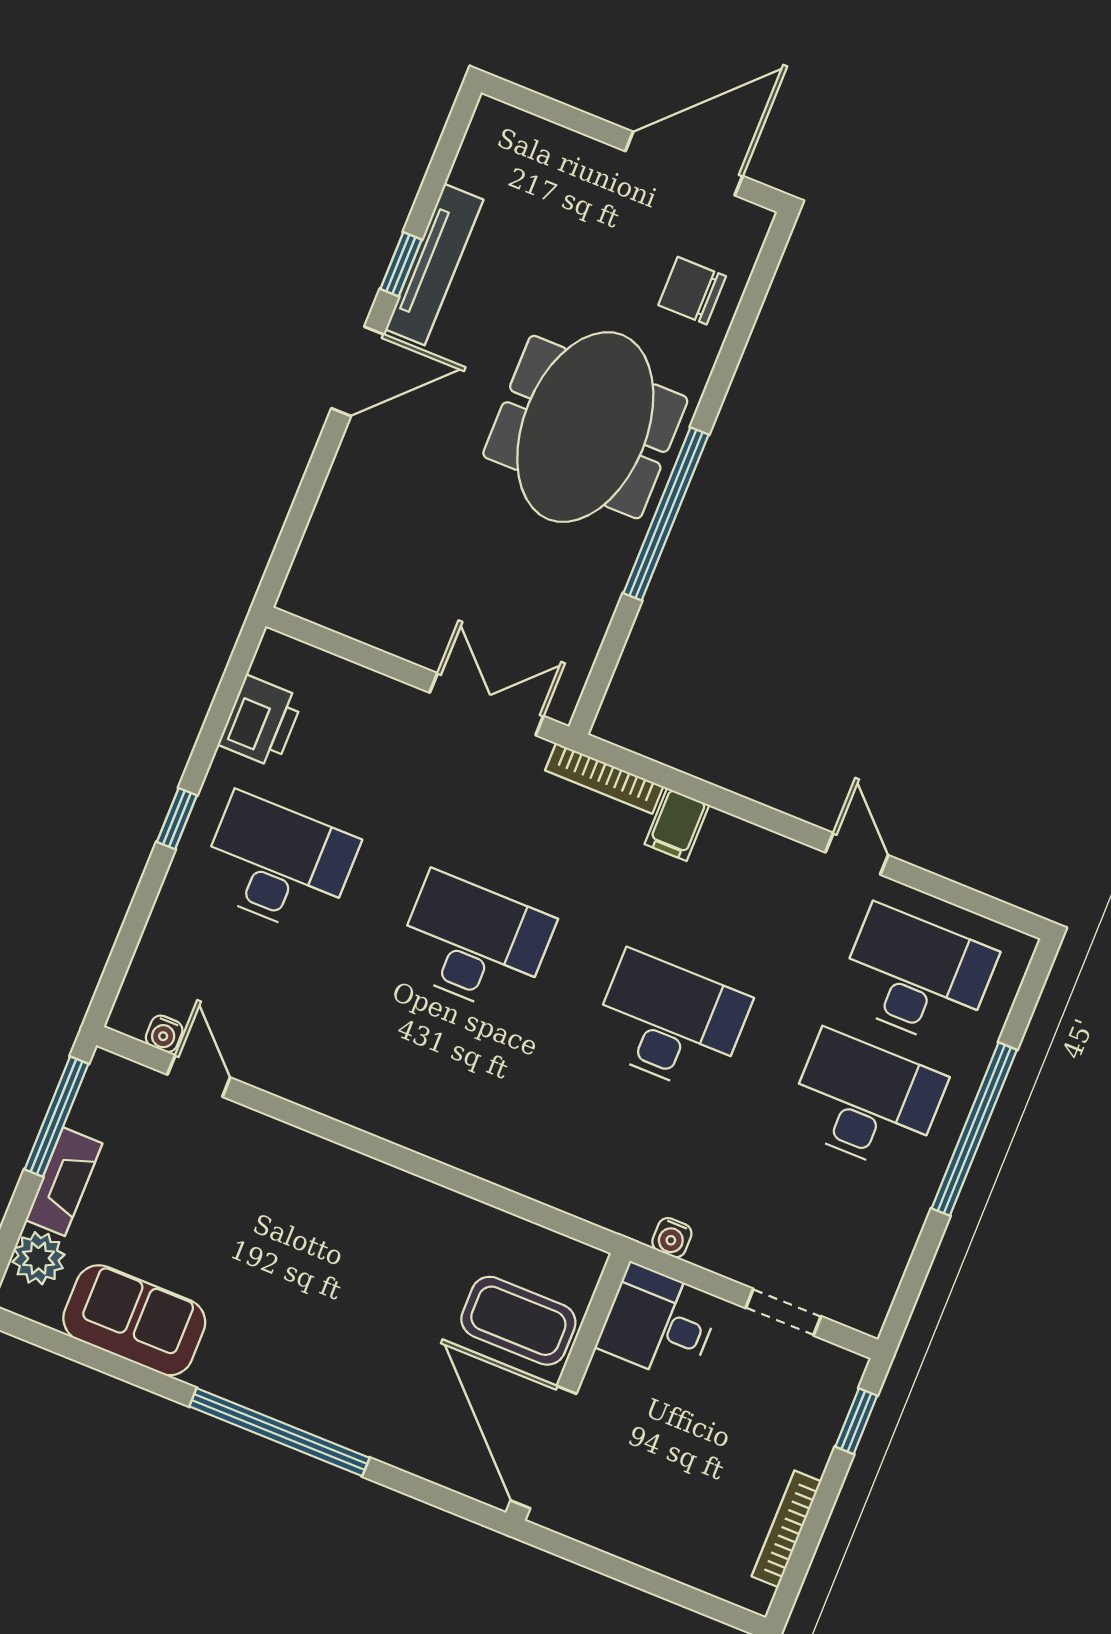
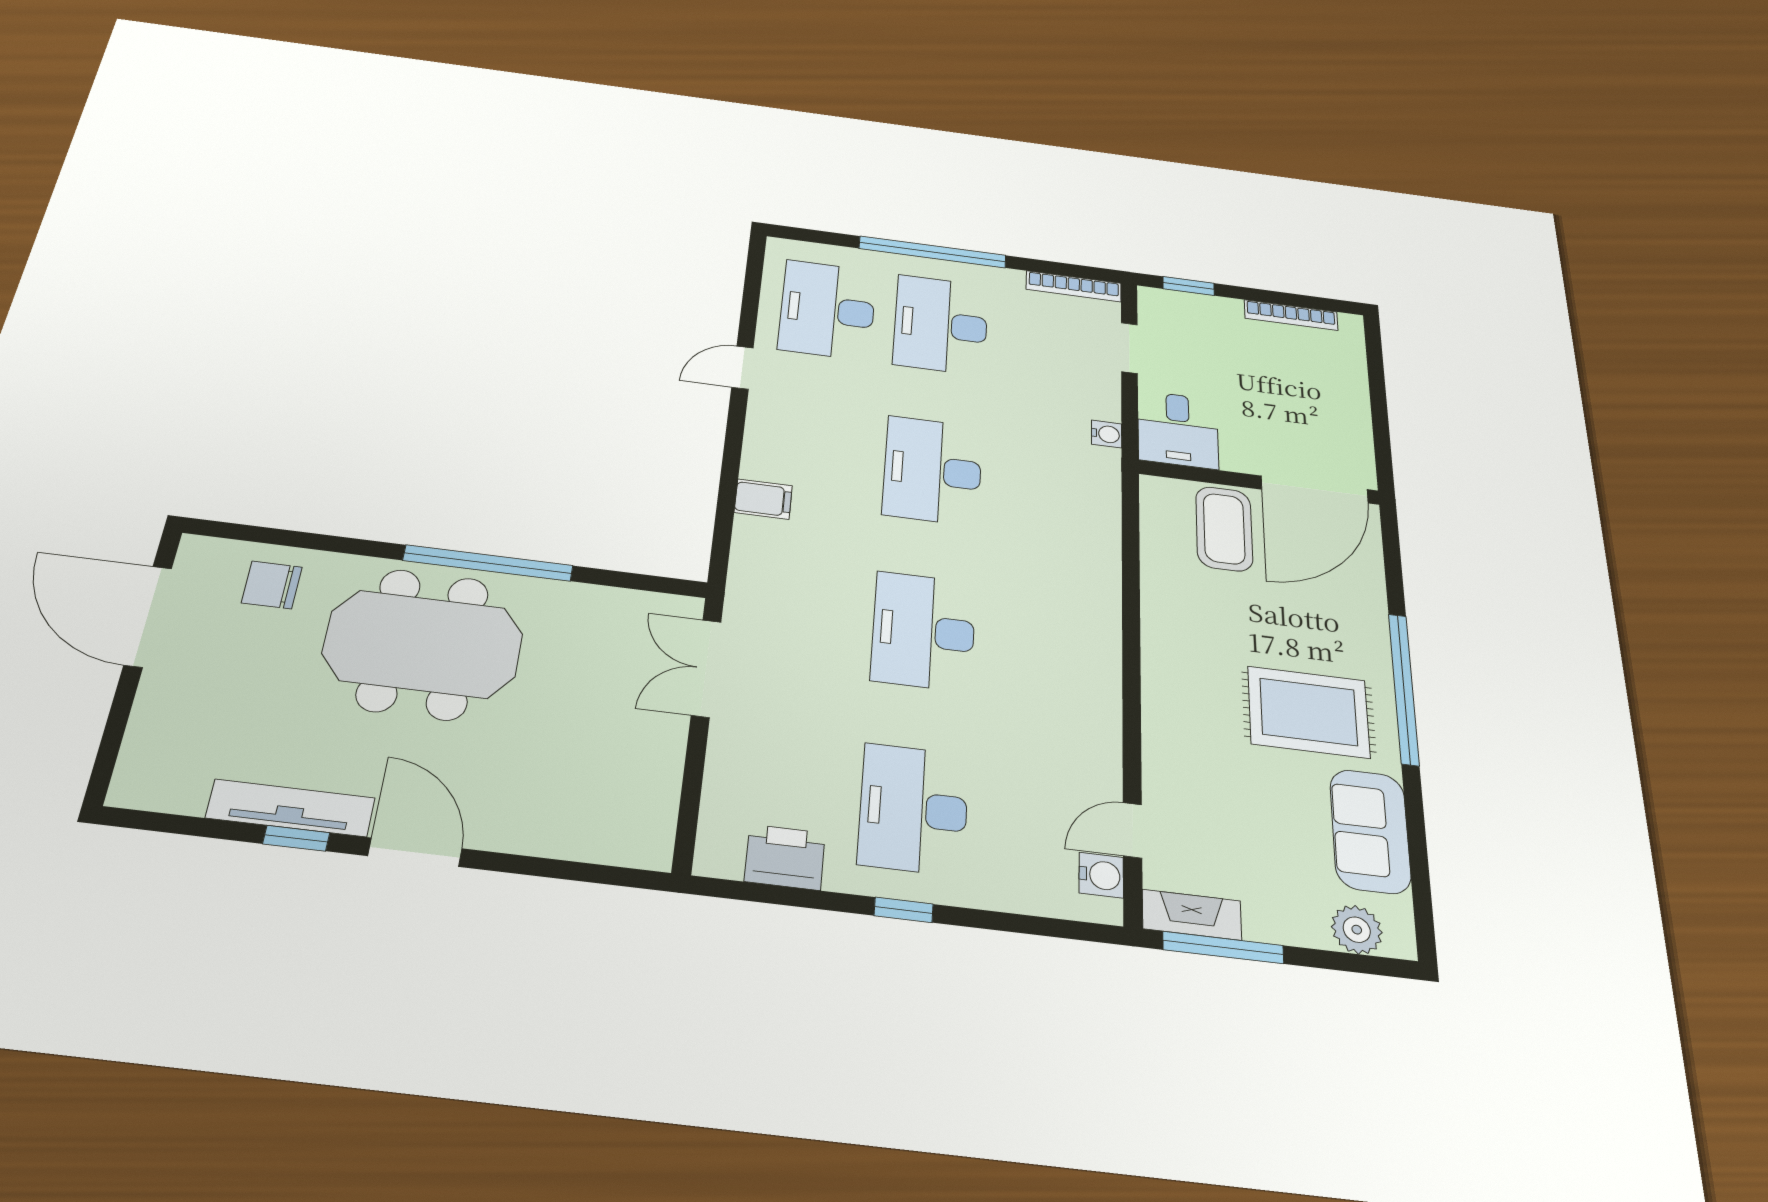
chair: (692, 291) -> (272, 585), turned 90
bookcase: (604, 778) -> (1074, 286), moved, turned 90
water cooler: (164, 1034) -> (1101, 875), width x1.38, depth x1.38
fireplace: (64, 1182) -> (1192, 915), moved
rug: (279, 1316) -> (1308, 712), added

